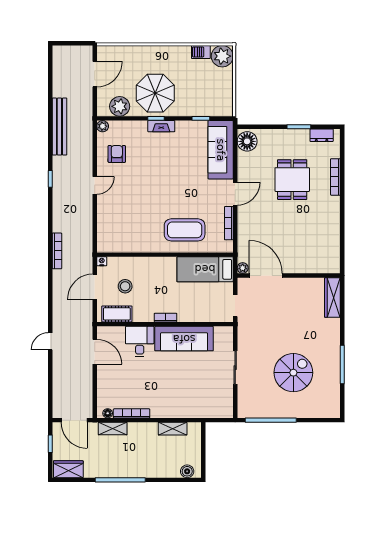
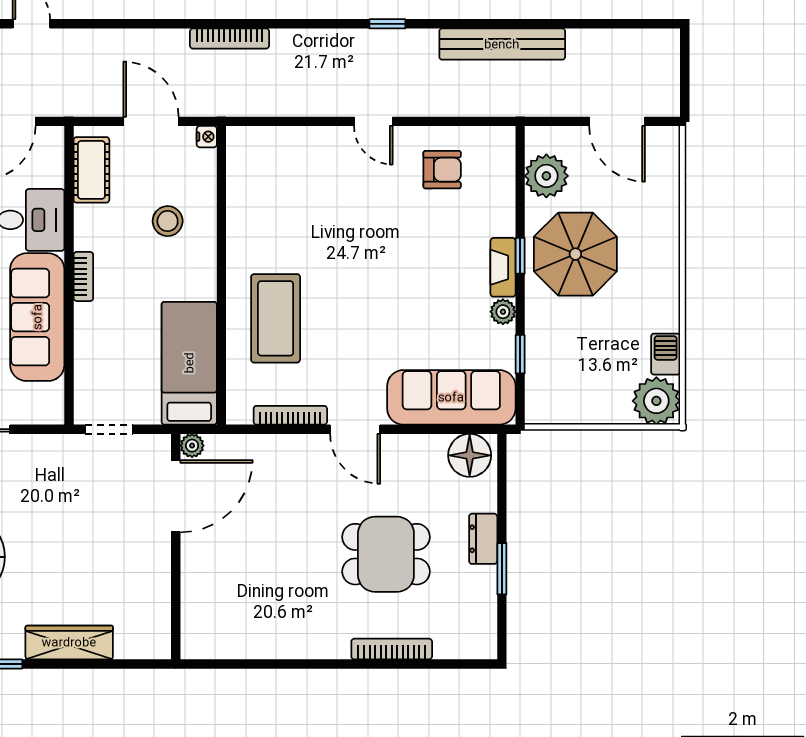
plant: (103, 126) -> (503, 312), moved
dresser: (322, 135) -> (483, 539), moved
stool: (125, 286) -> (168, 221), moved
wardrobe: (332, 298) -> (69, 642), moved

